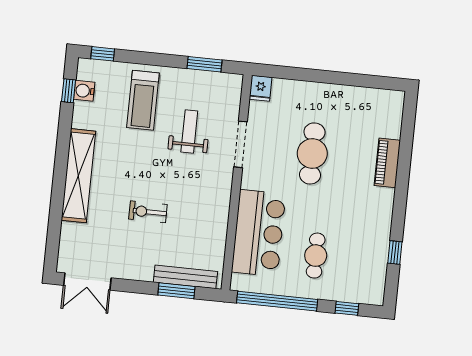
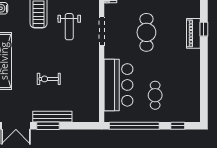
weight bench: (189, 132) -> (69, 27), turned 180
window: (395, 253) -> (204, 29), moved
bench: (185, 277) -> (52, 117), moved
window: (176, 291) -> (48, 126), moved

